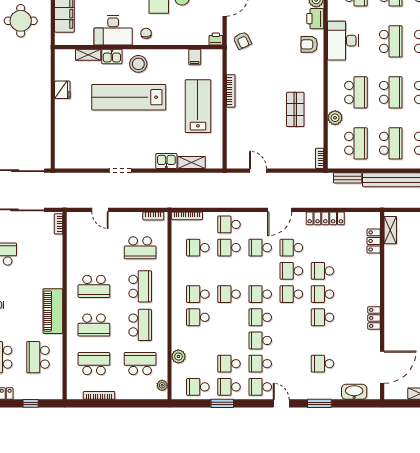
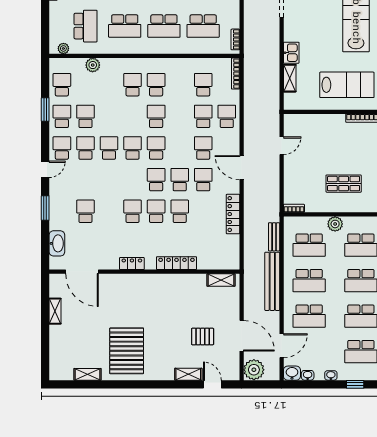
locker: (374, 241) -> (177, 263), moved, width x1.53
school desk: (140, 248) -> (203, 26), turned -90

